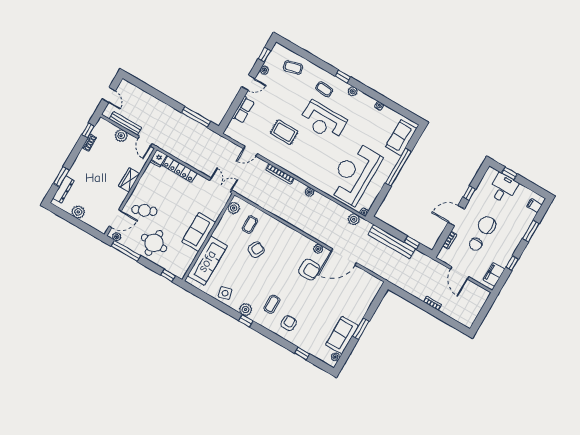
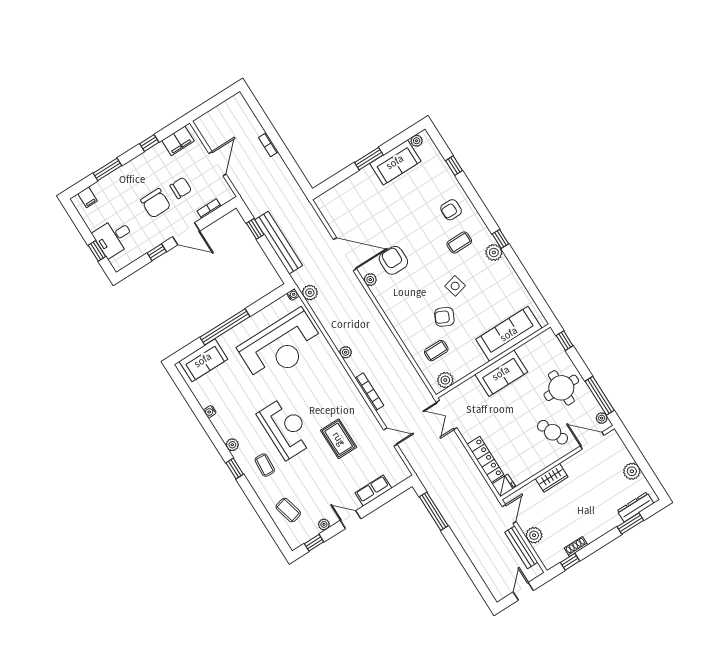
side table: (225, 293) -> (455, 286), moved

